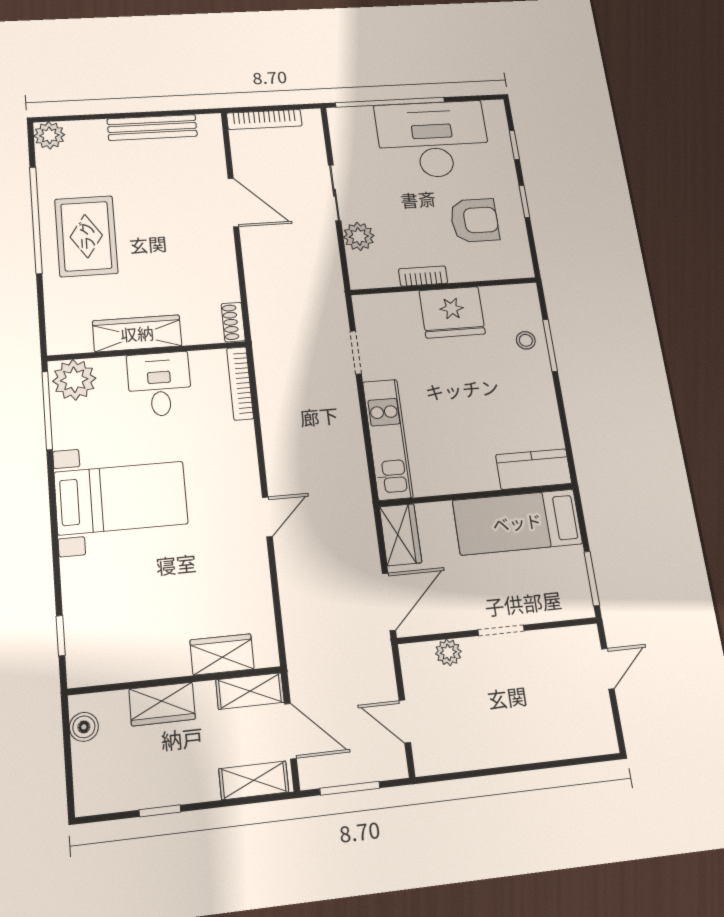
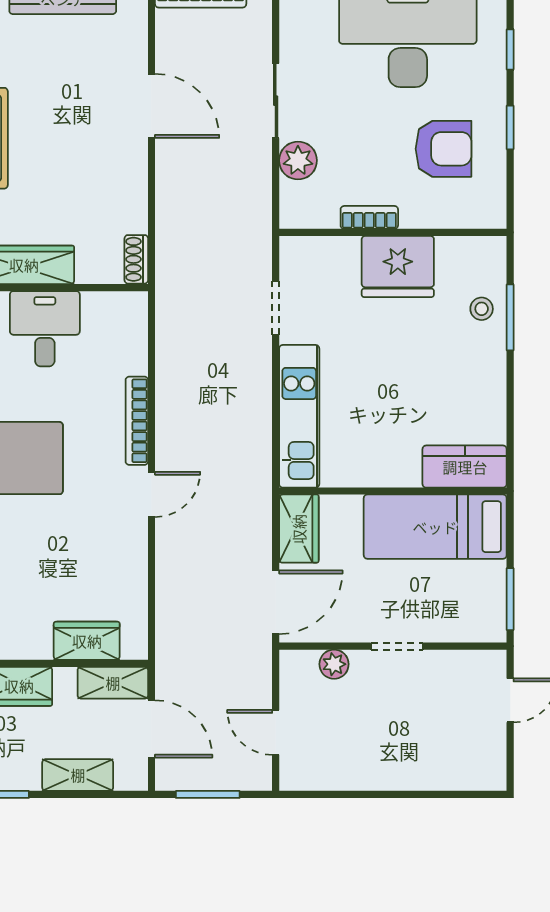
bookcase: (240, 383) -> (137, 421), moved
shelving: (254, 780) -> (78, 775), moved

